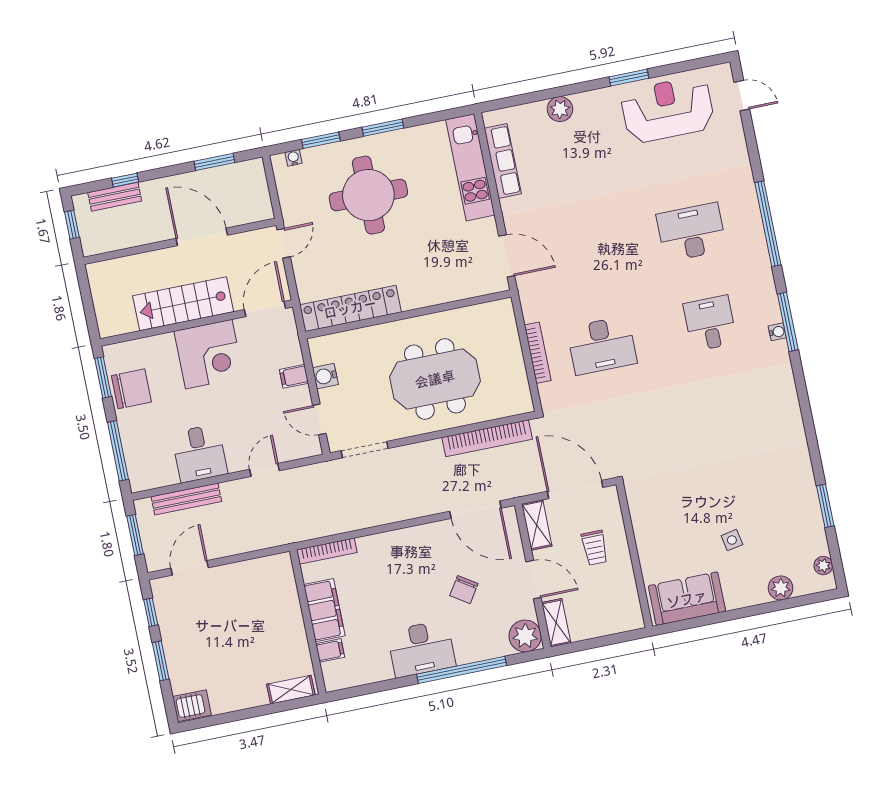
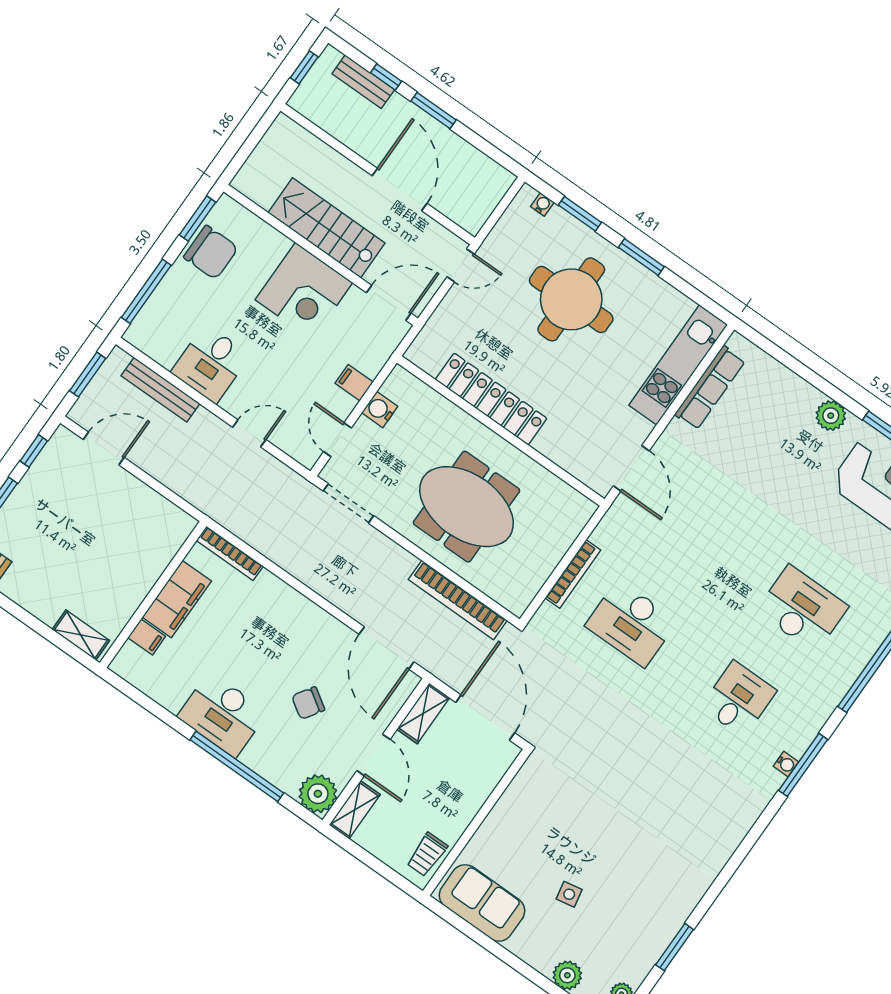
plant: (560, 109) -> (831, 416), moved
window: (214, 162) -> (433, 110), moved
locker: (350, 308) -> (491, 399), moved
trolley: (595, 548) -> (427, 855), moved

